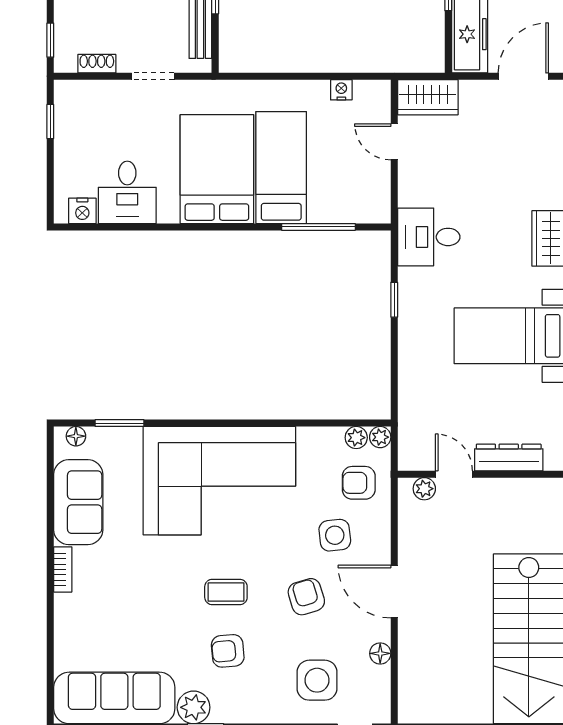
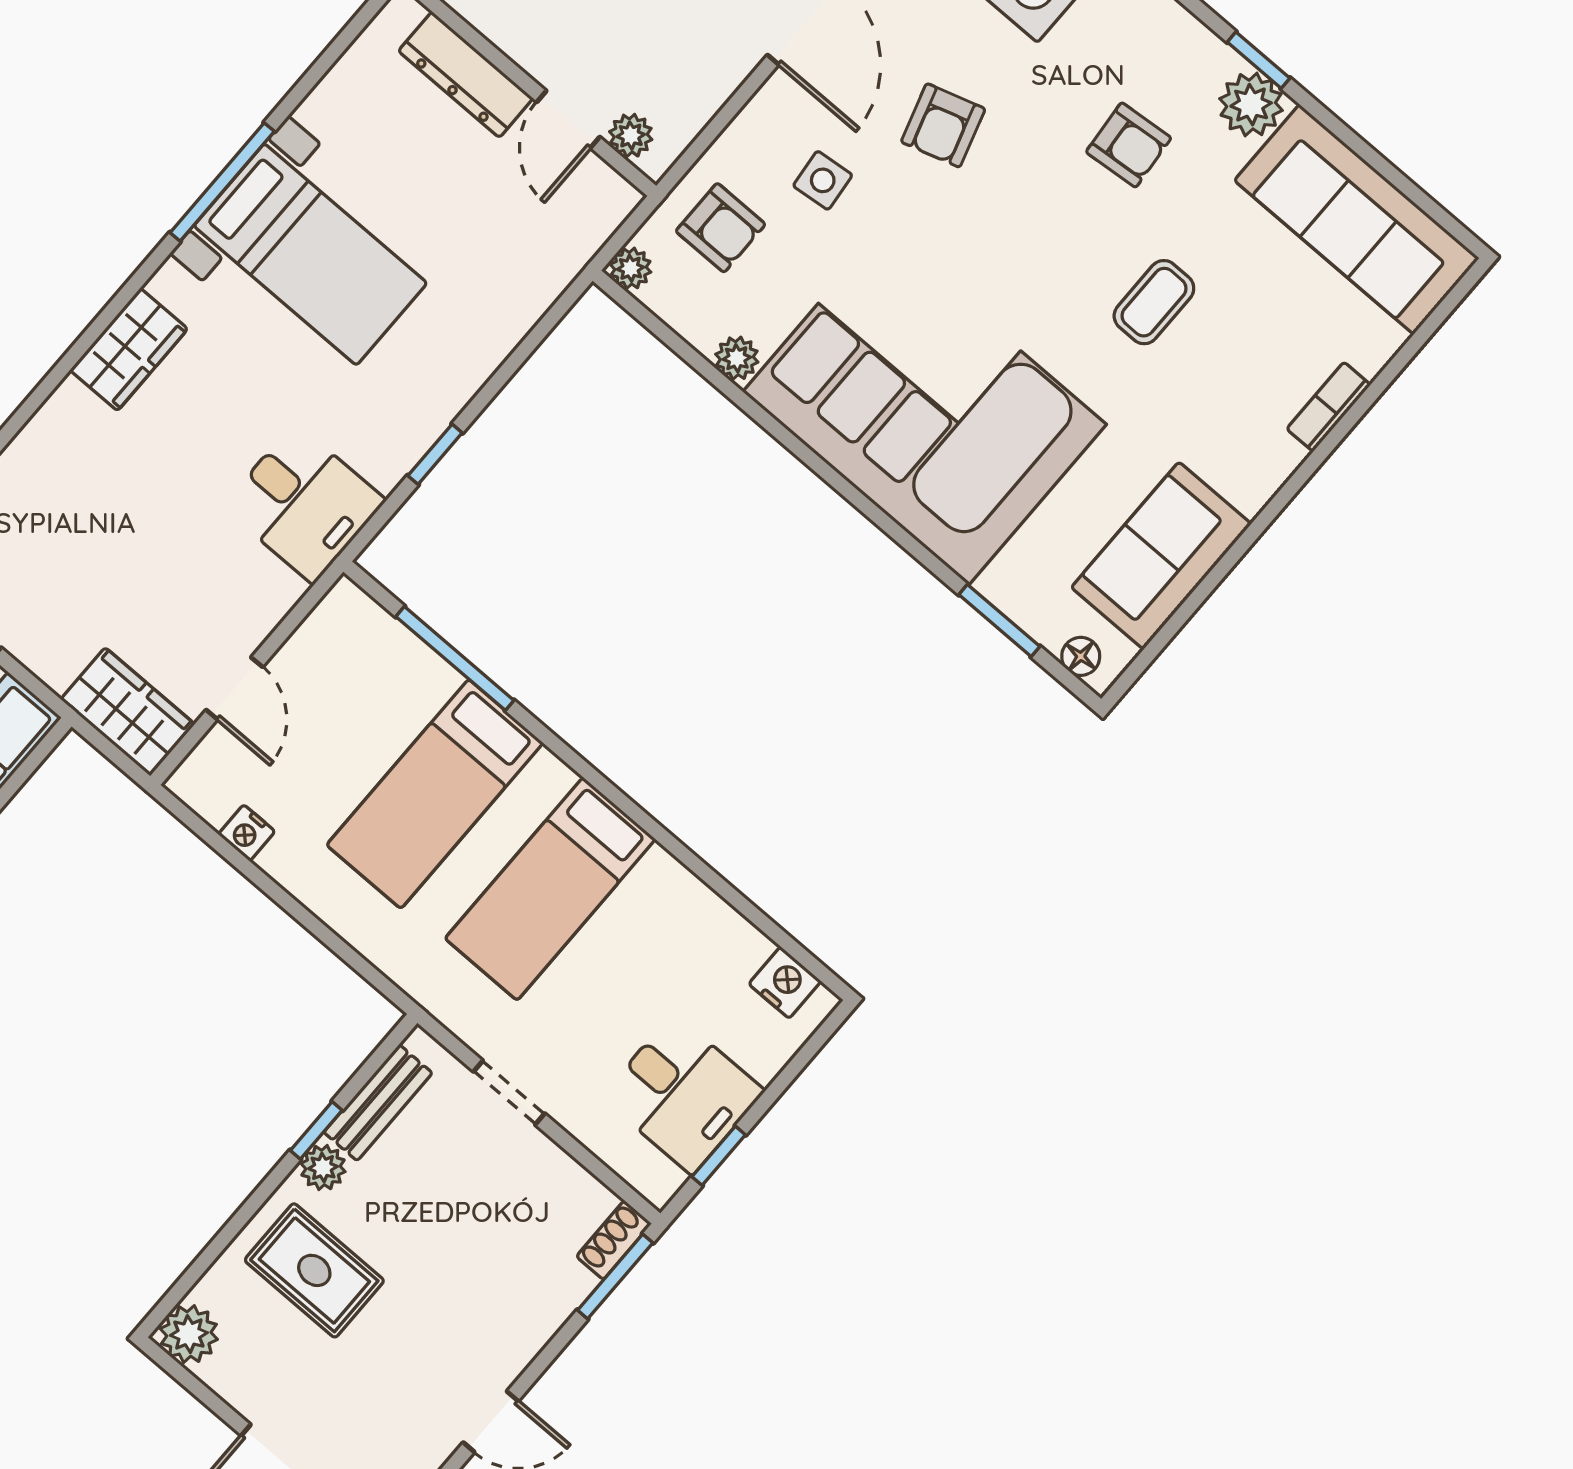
window: (50, 40) -> (615, 1276), width x1.50
shoe rack: (97, 64) -> (614, 1240), moved, turned 90
bed: (217, 169) -> (550, 889), width x0.67
desk: (127, 192) -> (683, 1094), moved, turned 90
plant: (356, 438) -> (737, 358), moved
side table: (335, 535) -> (823, 180), width x0.73, depth x0.73
bookcase: (63, 569) -> (1329, 407), moved
coffee table: (226, 592) -> (1154, 302), moved, turned 90

